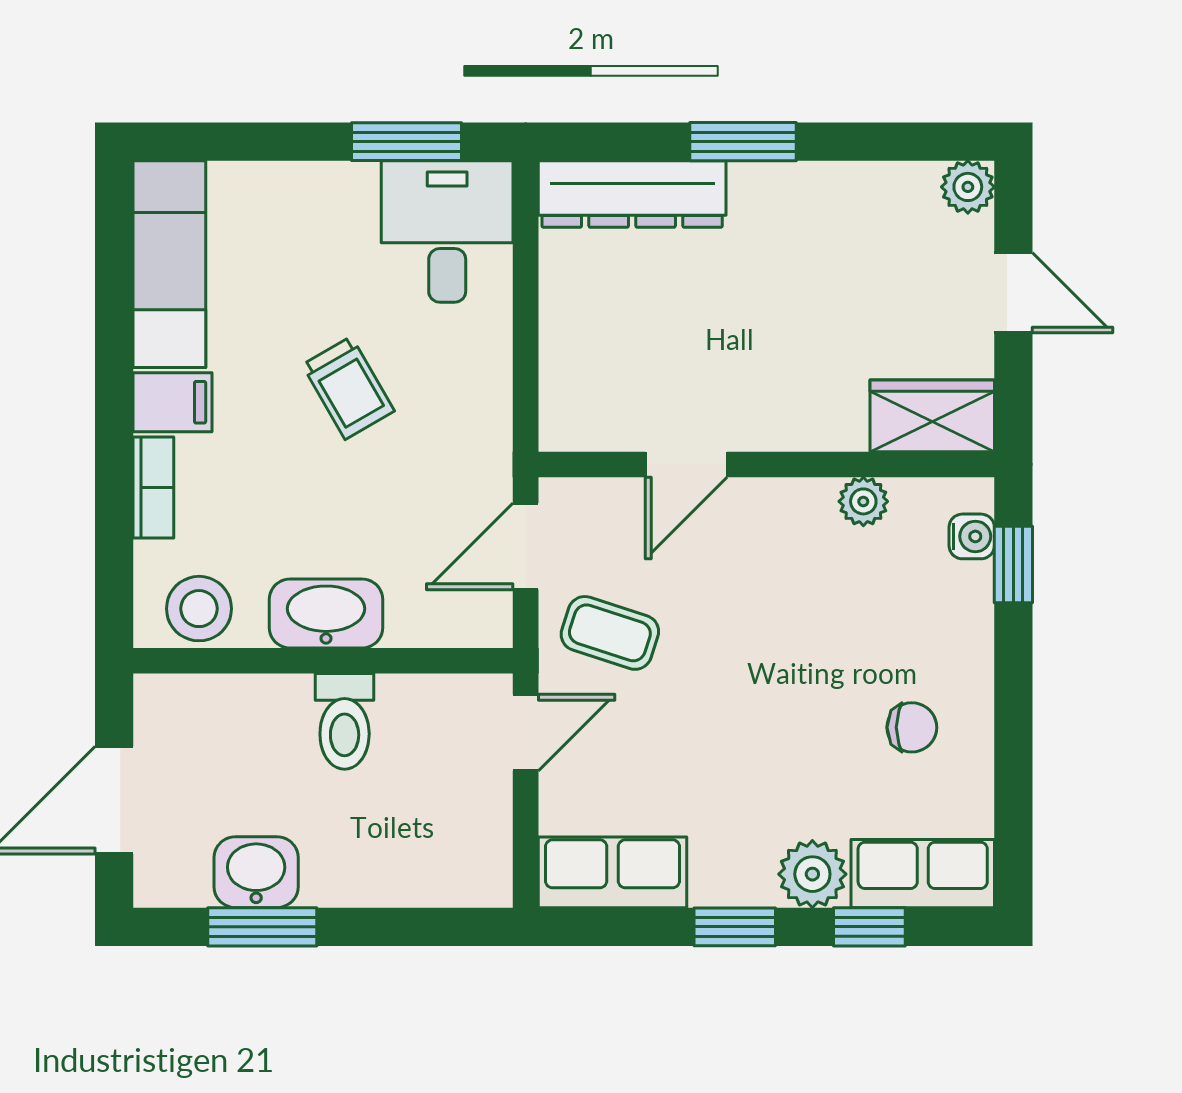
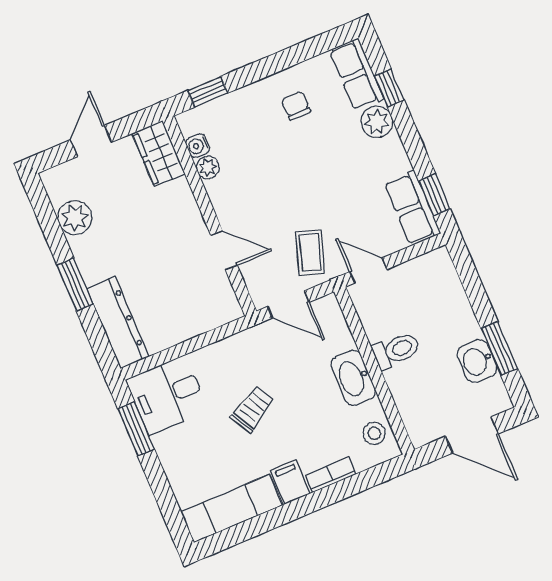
plant: (968, 187) -> (75, 218), moved, width x1.38, depth x1.38
water cooler: (972, 536) -> (198, 146), moved, turned -90
stool: (199, 609) -> (374, 433), width x0.73, depth x0.73
window: (735, 927) -> (434, 195), moved

